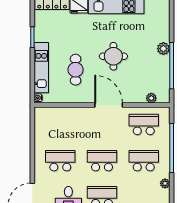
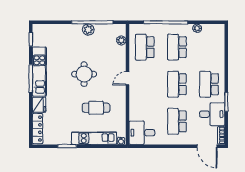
plant: (163, 49) -> (88, 30), moved
door: (109, 105) -> (127, 78), width x0.53
desk: (47, 121) -> (142, 133), added

